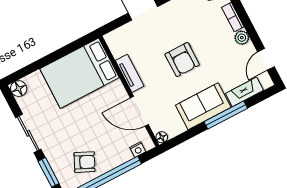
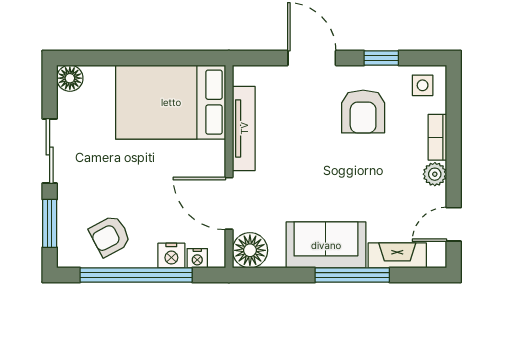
armchair: (182, 60) -> (363, 112), moved
tv unit: (130, 73) -> (244, 128), width x1.41
floor lamp: (162, 137) -> (250, 250), width x1.89, depth x1.89
nightstand: (123, 155) -> (171, 256), added
armchair: (84, 162) -> (110, 236), turned 127

